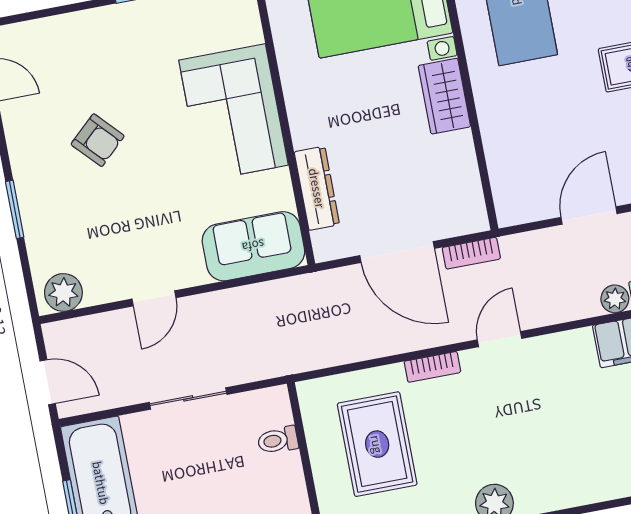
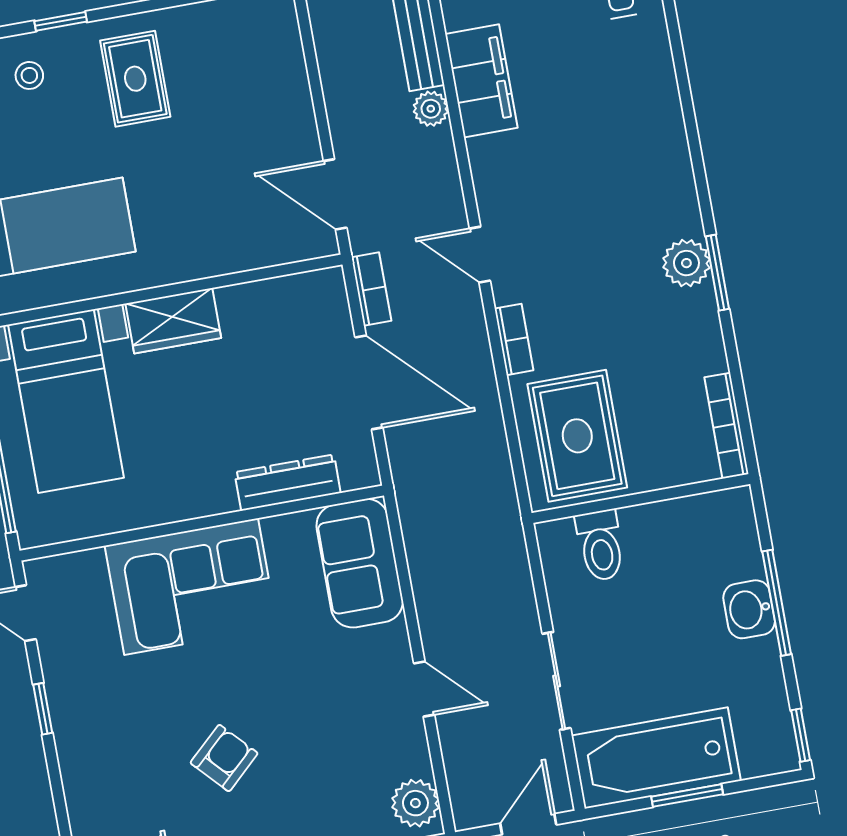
door: (589, 215) -> (335, 194), moved
door: (397, 252) -> (369, 382), hinge flipped
sliding door: (188, 398) -> (557, 681), moved
toilet: (278, 440) -> (600, 545), width x1.37, depth x1.39
rug: (377, 444) -> (577, 436), moved, turned 90

